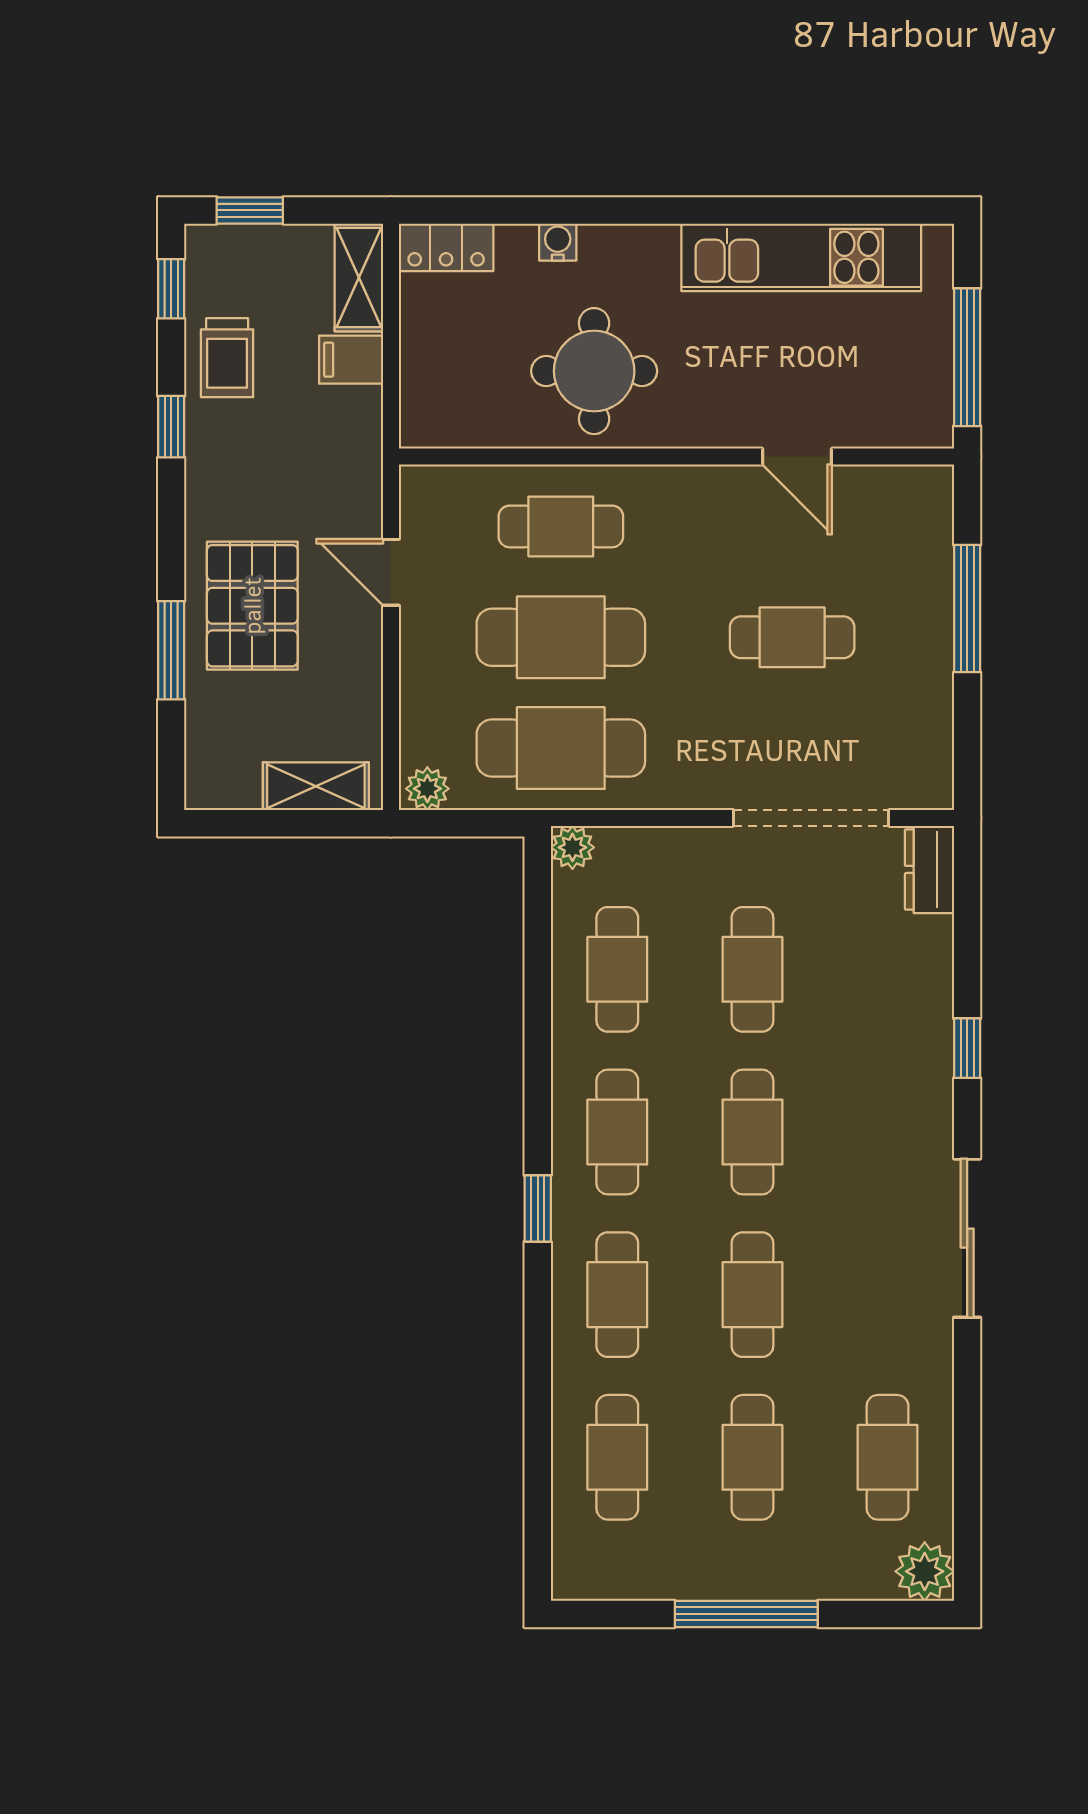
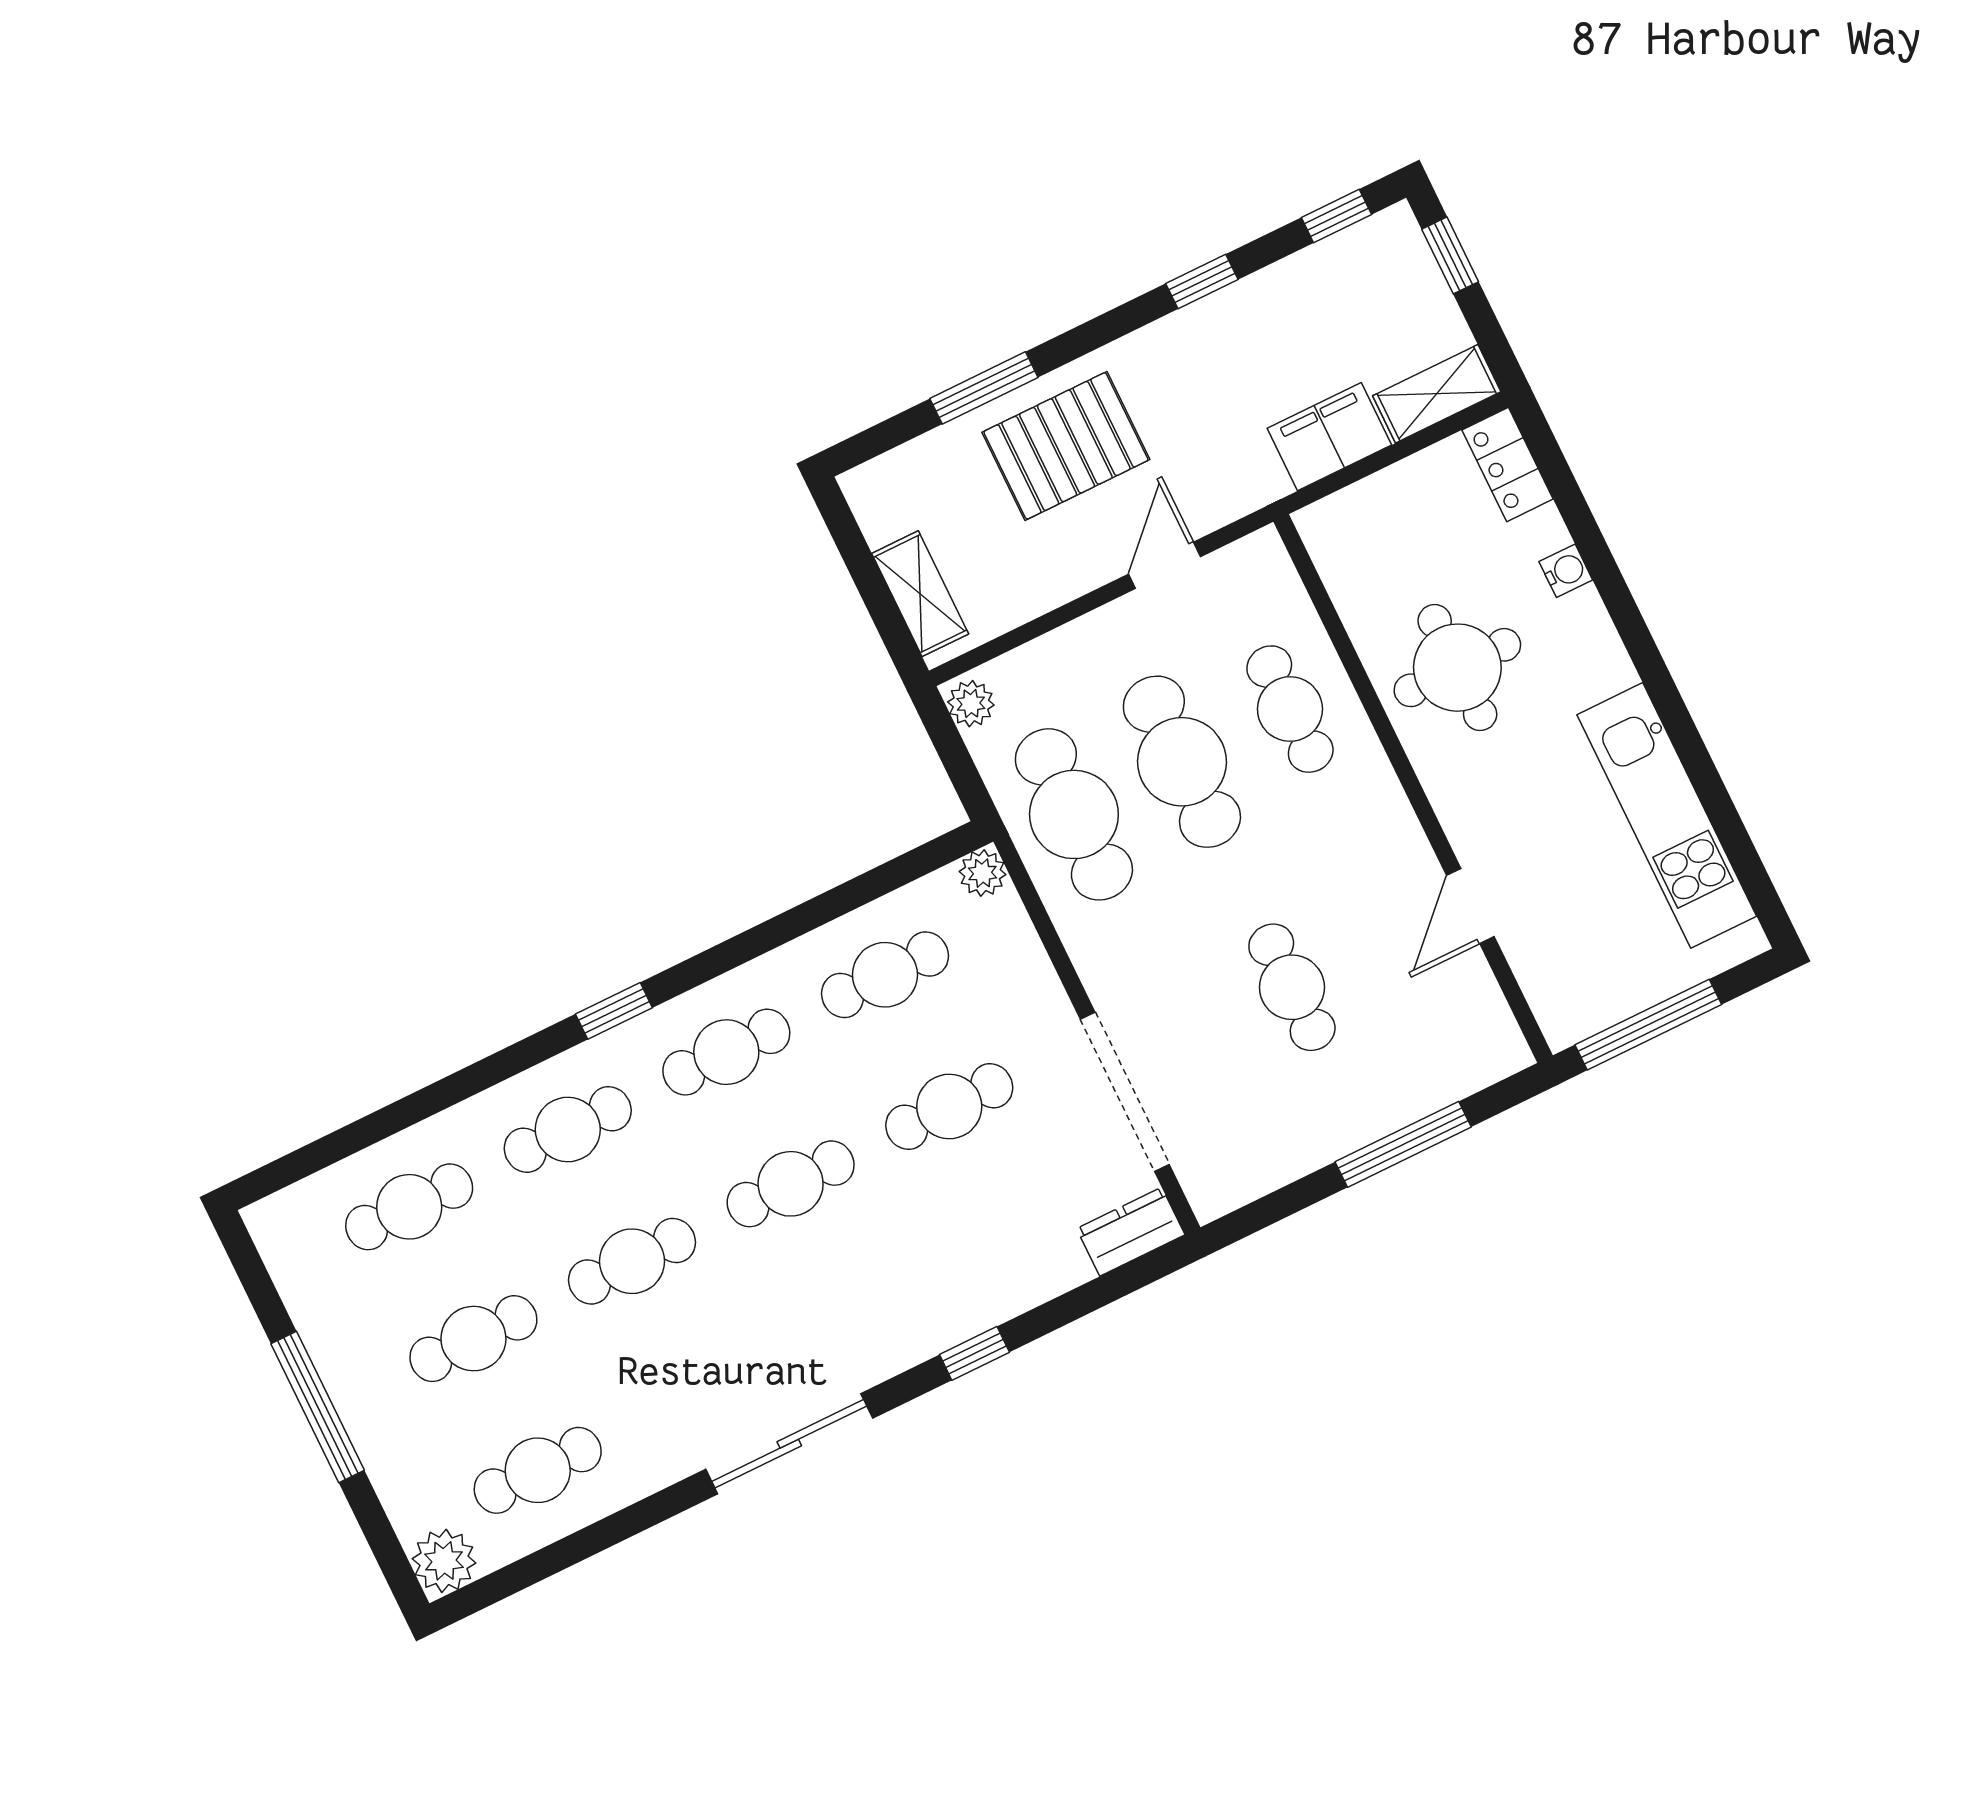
trolley: (227, 358) -> (1296, 303), removed
filing cabinet: (351, 360) -> (1329, 437), width x2.00

